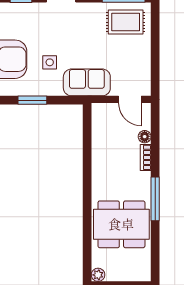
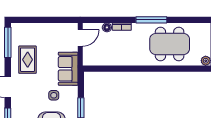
rug: (126, 22) -> (28, 60), moved
dining table: (121, 224) -> (170, 44), turned 90

